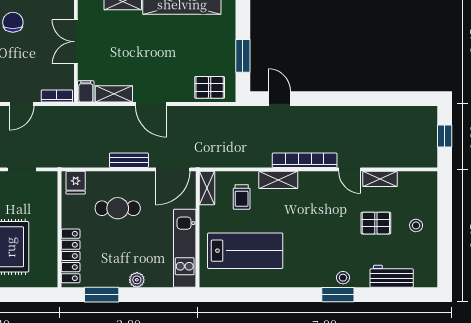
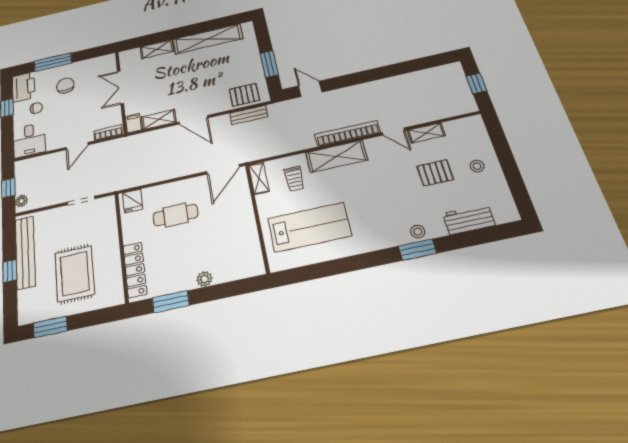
bench: (129, 160) -> (249, 115), moved
shelving: (278, 180) -> (337, 156), width x1.50, depth x1.33
kitchen unit: (185, 248) -> (248, 238), removed

